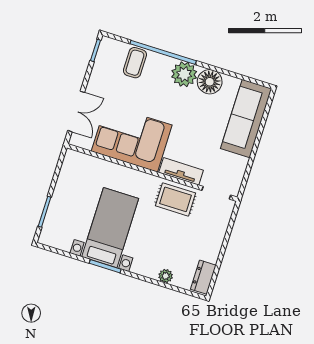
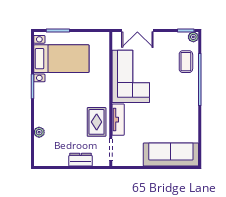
coffee table: (135, 63) -> (186, 62), turned 90
plant: (184, 74) -> (193, 37), moved, width x0.53, depth x0.53
floor lamp: (210, 82) -> (189, 120), removed
bed with nightstands: (110, 228) -> (61, 59), moved
dresser: (203, 277) -> (81, 160), moved

